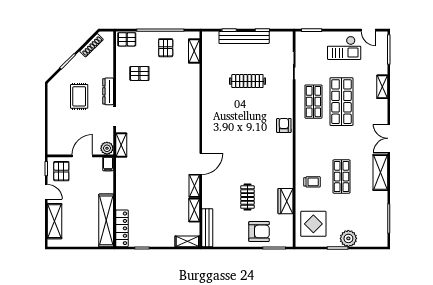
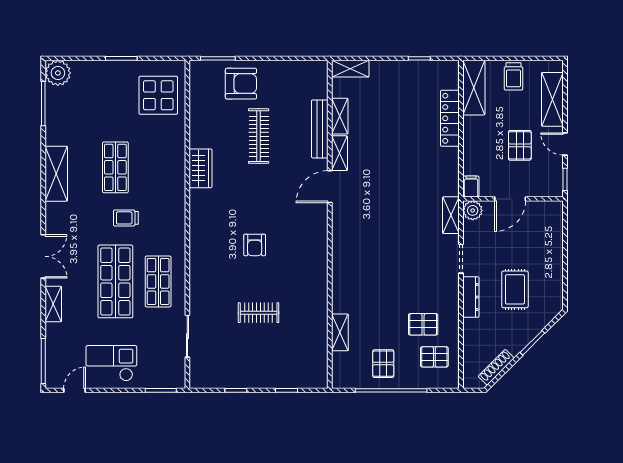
door: (368, 30) -> (75, 390), hinge flipped
bench: (244, 37) -> (264, 379), removed
pallet: (127, 39) -> (434, 357), moved
shelving: (194, 51) -> (340, 332), moved
clothes rail: (247, 81) -> (259, 313), width x0.73
armchair: (284, 125) -> (255, 245), moved
double door: (389, 138) -> (43, 256), moved
pallet: (61, 171) -> (520, 145), moved
trolley: (312, 182) -> (126, 218), moved
clothes rail: (247, 197) -> (259, 136), width x1.36
wardrobe: (286, 201) -> (201, 168), moved
shelving: (106, 220) -> (474, 88), width x0.68
locker: (122, 228) -> (450, 118), moved
bench: (207, 228) -> (320, 129), moved
armchair: (259, 231) -> (241, 84), turned 180
trolley: (80, 236) -> (513, 76), added
plant: (348, 238) -> (58, 73), moved

